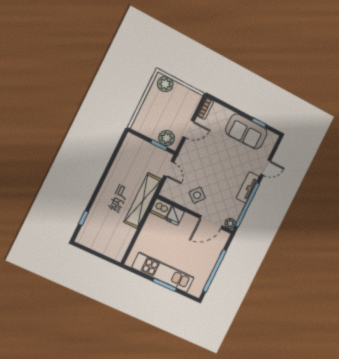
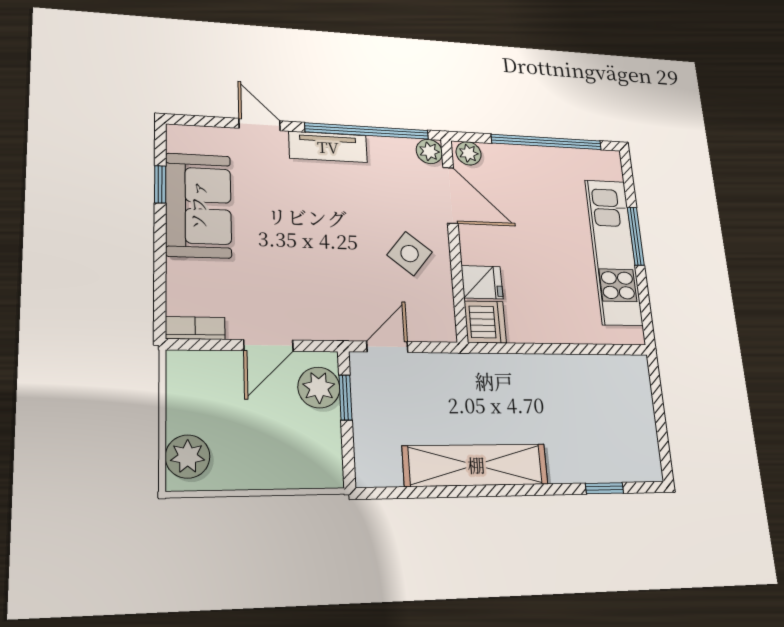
door: (189, 129) -> (268, 345), swing flipped
shelving: (143, 201) -> (476, 465), moved
plant: (223, 238) -> (469, 153), added

